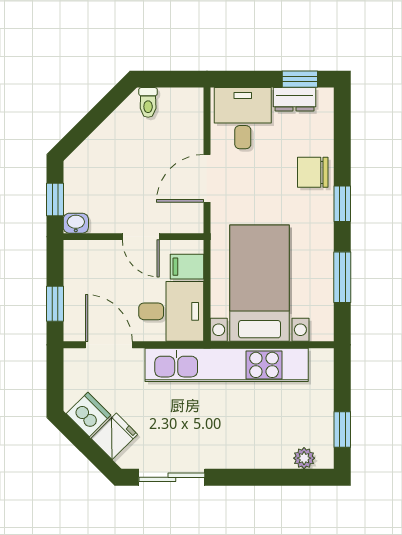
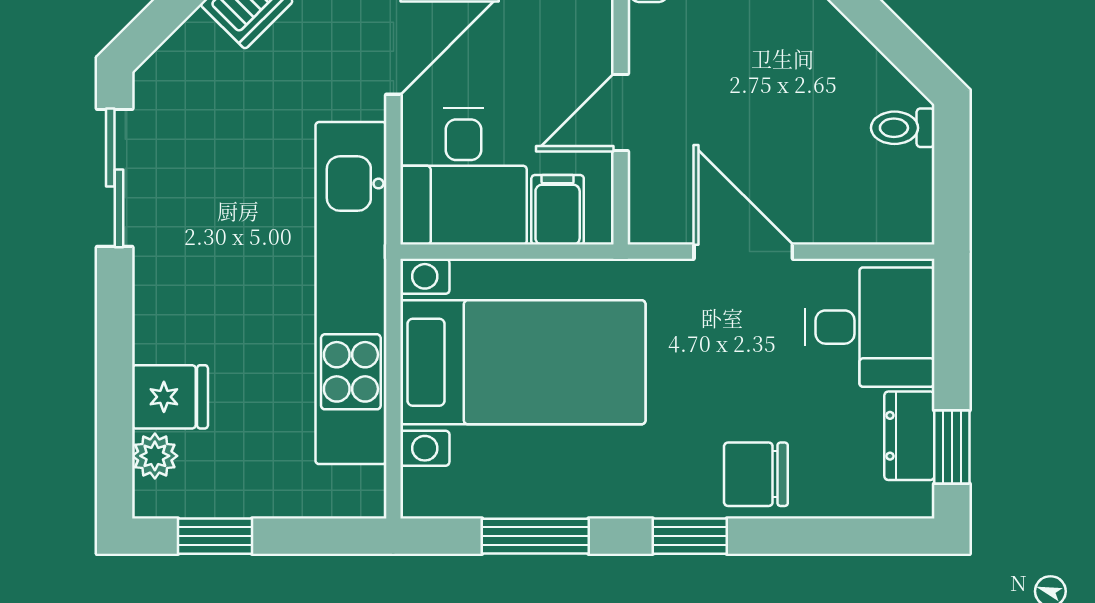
chair: (313, 172) -> (756, 474), turned -90
fridge: (114, 436) -> (170, 397), moved, turned -45

